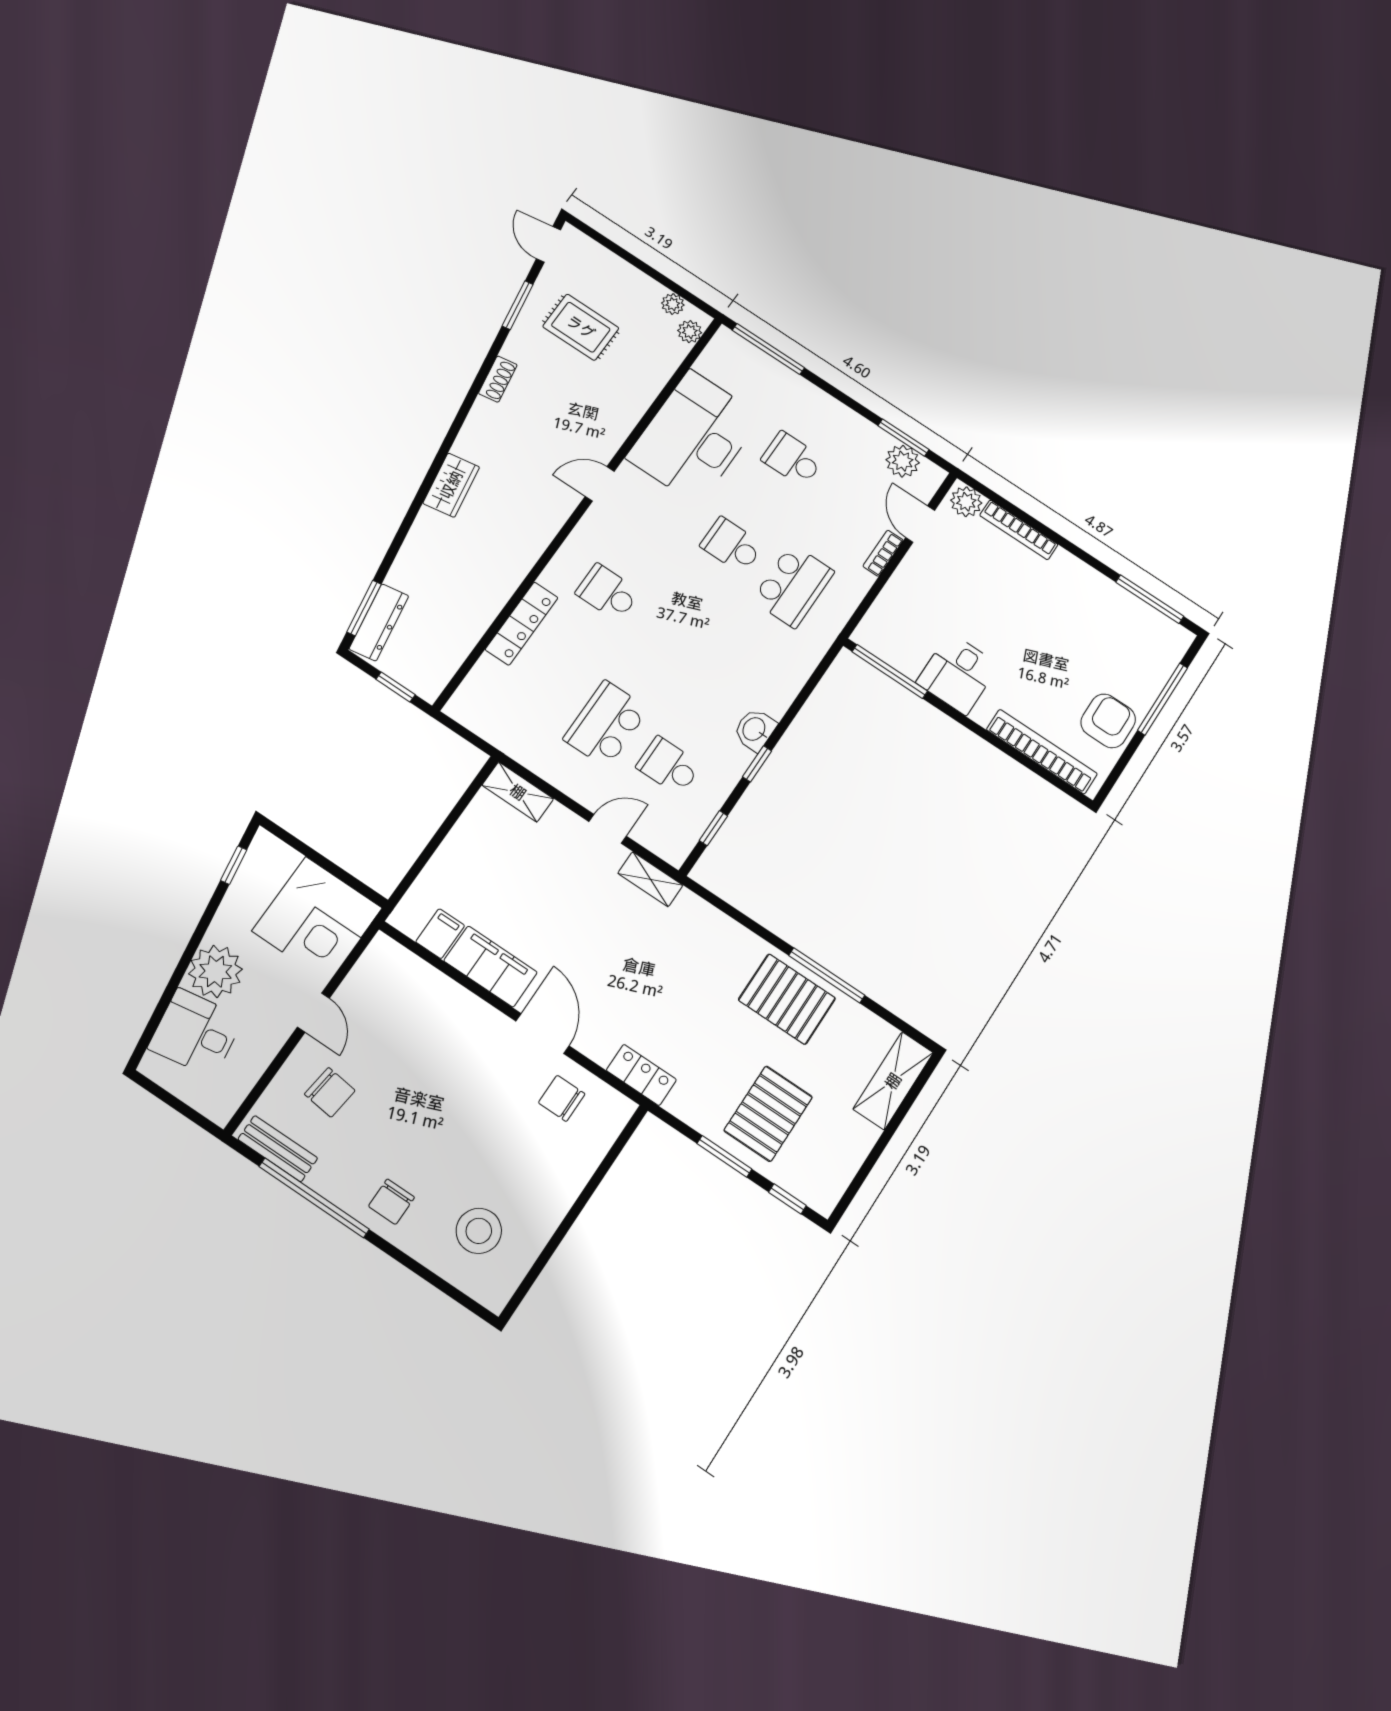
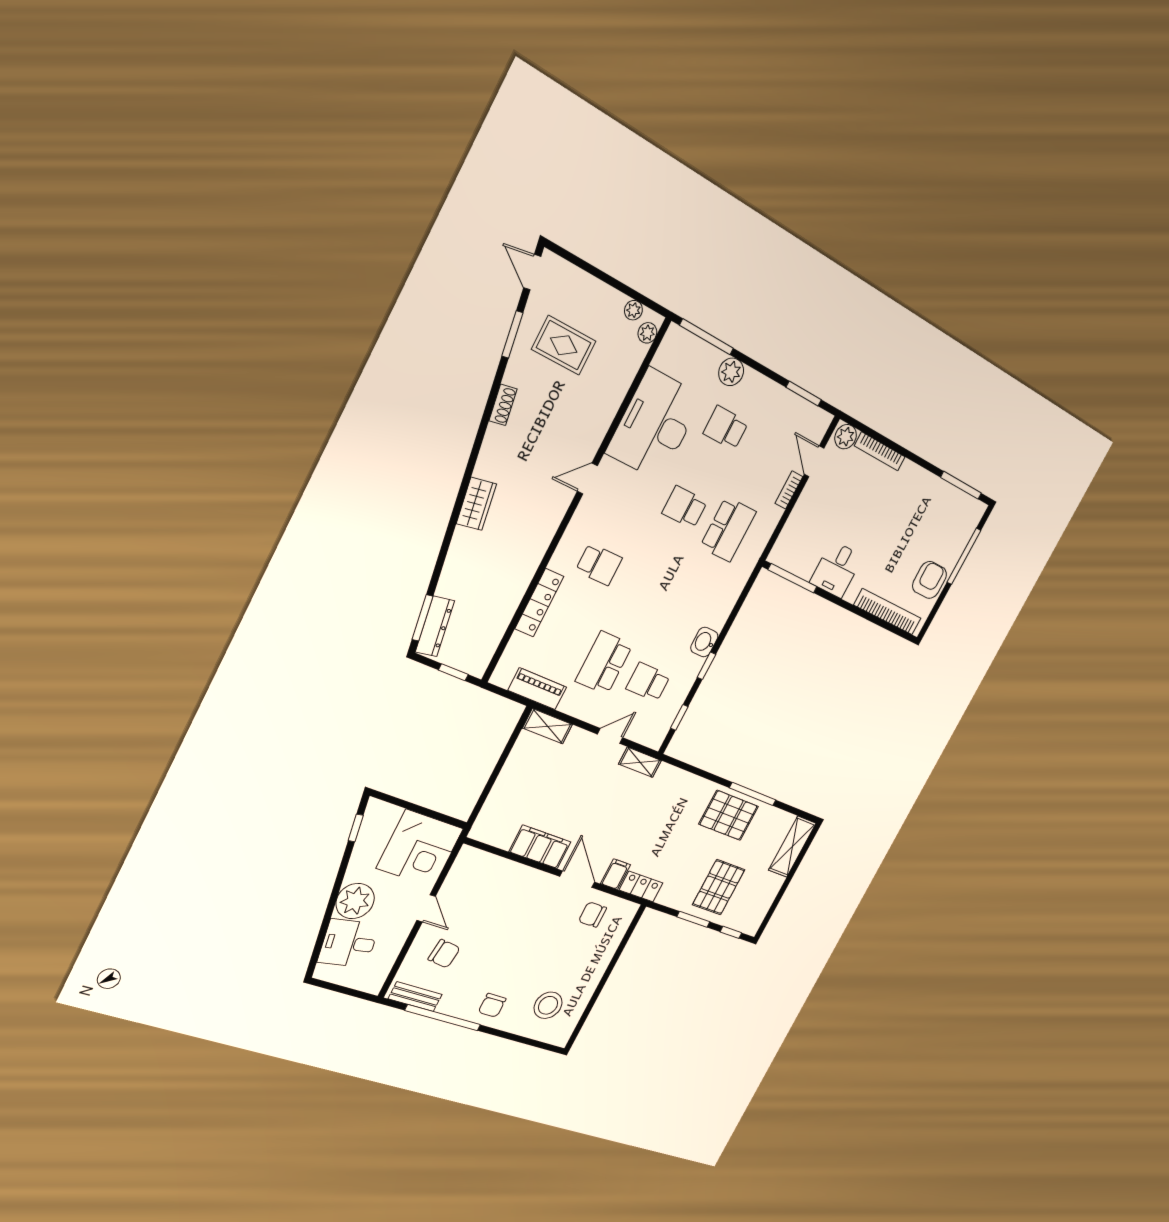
plant: (903, 461) -> (731, 372), moved
school desk: (608, 592) -> (599, 564), turned 180
piano: (508, 737) -> (537, 689), added
filing cabinet: (440, 934) -> (615, 874), moved

